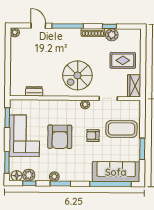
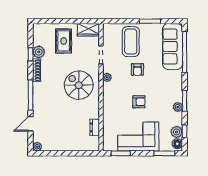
spiral stairs: (77, 75) -> (79, 85), turned 180
armchair: (60, 137) -> (139, 102), width x0.53, depth x0.53

